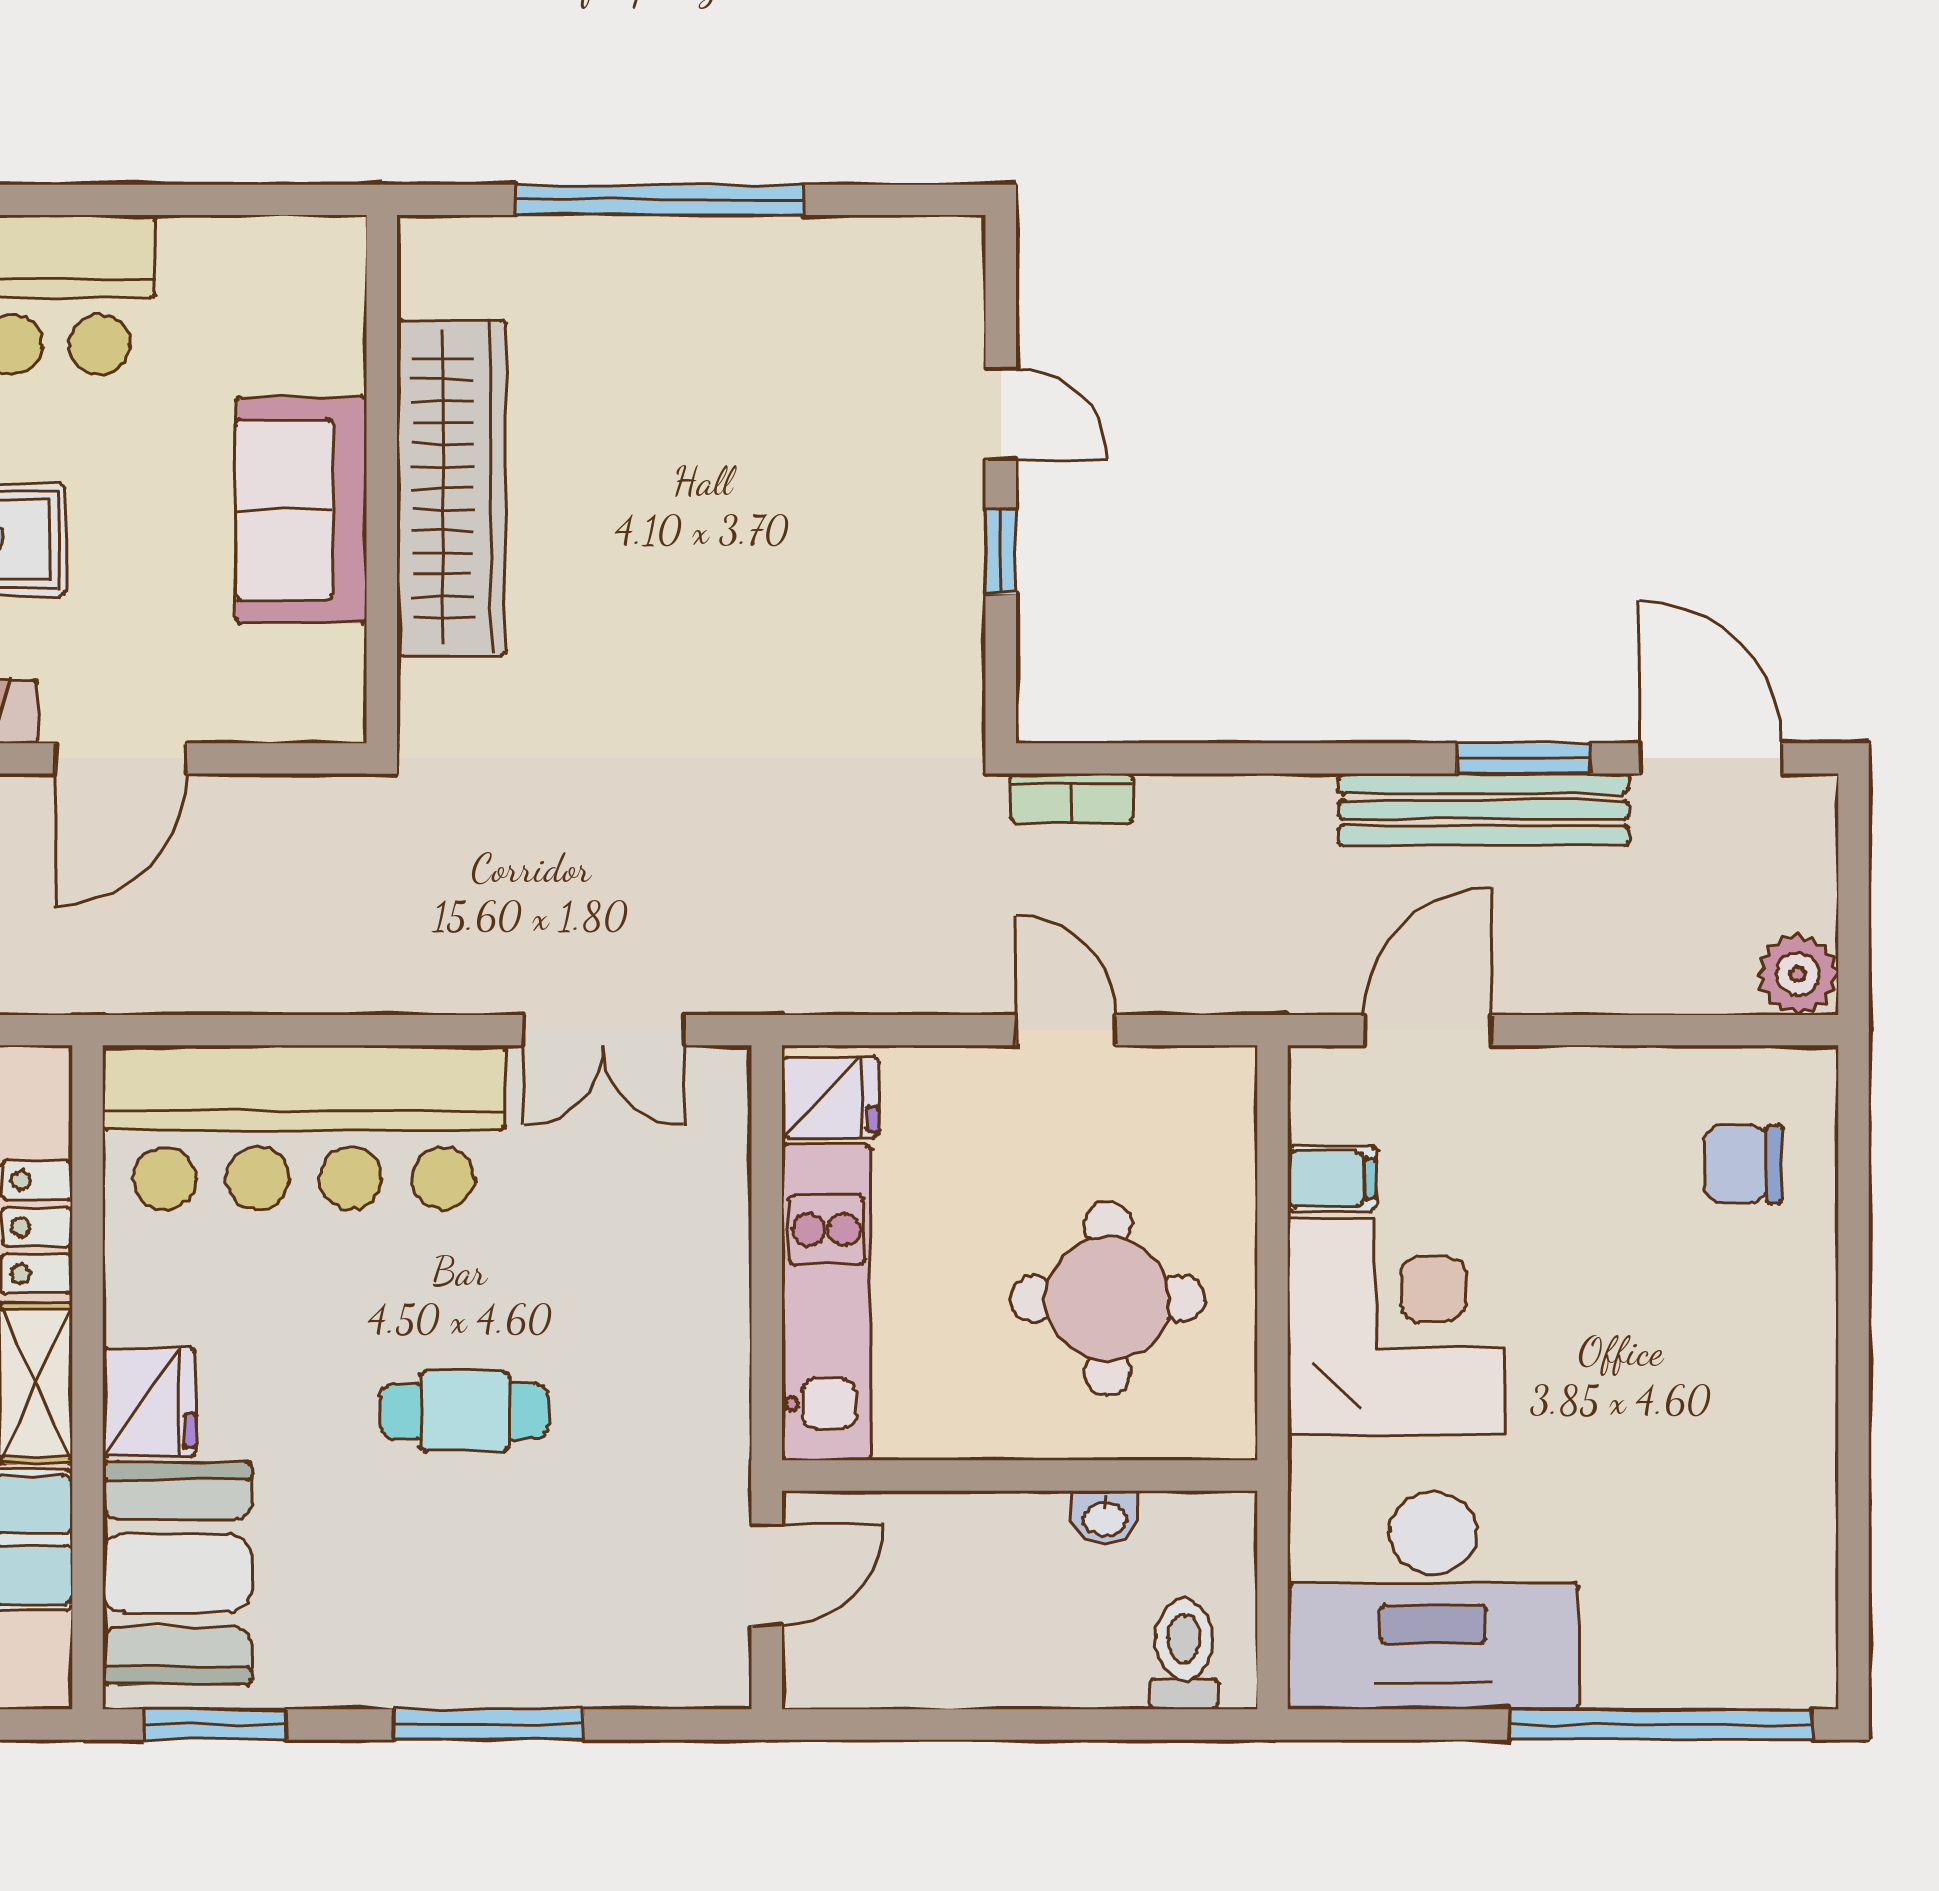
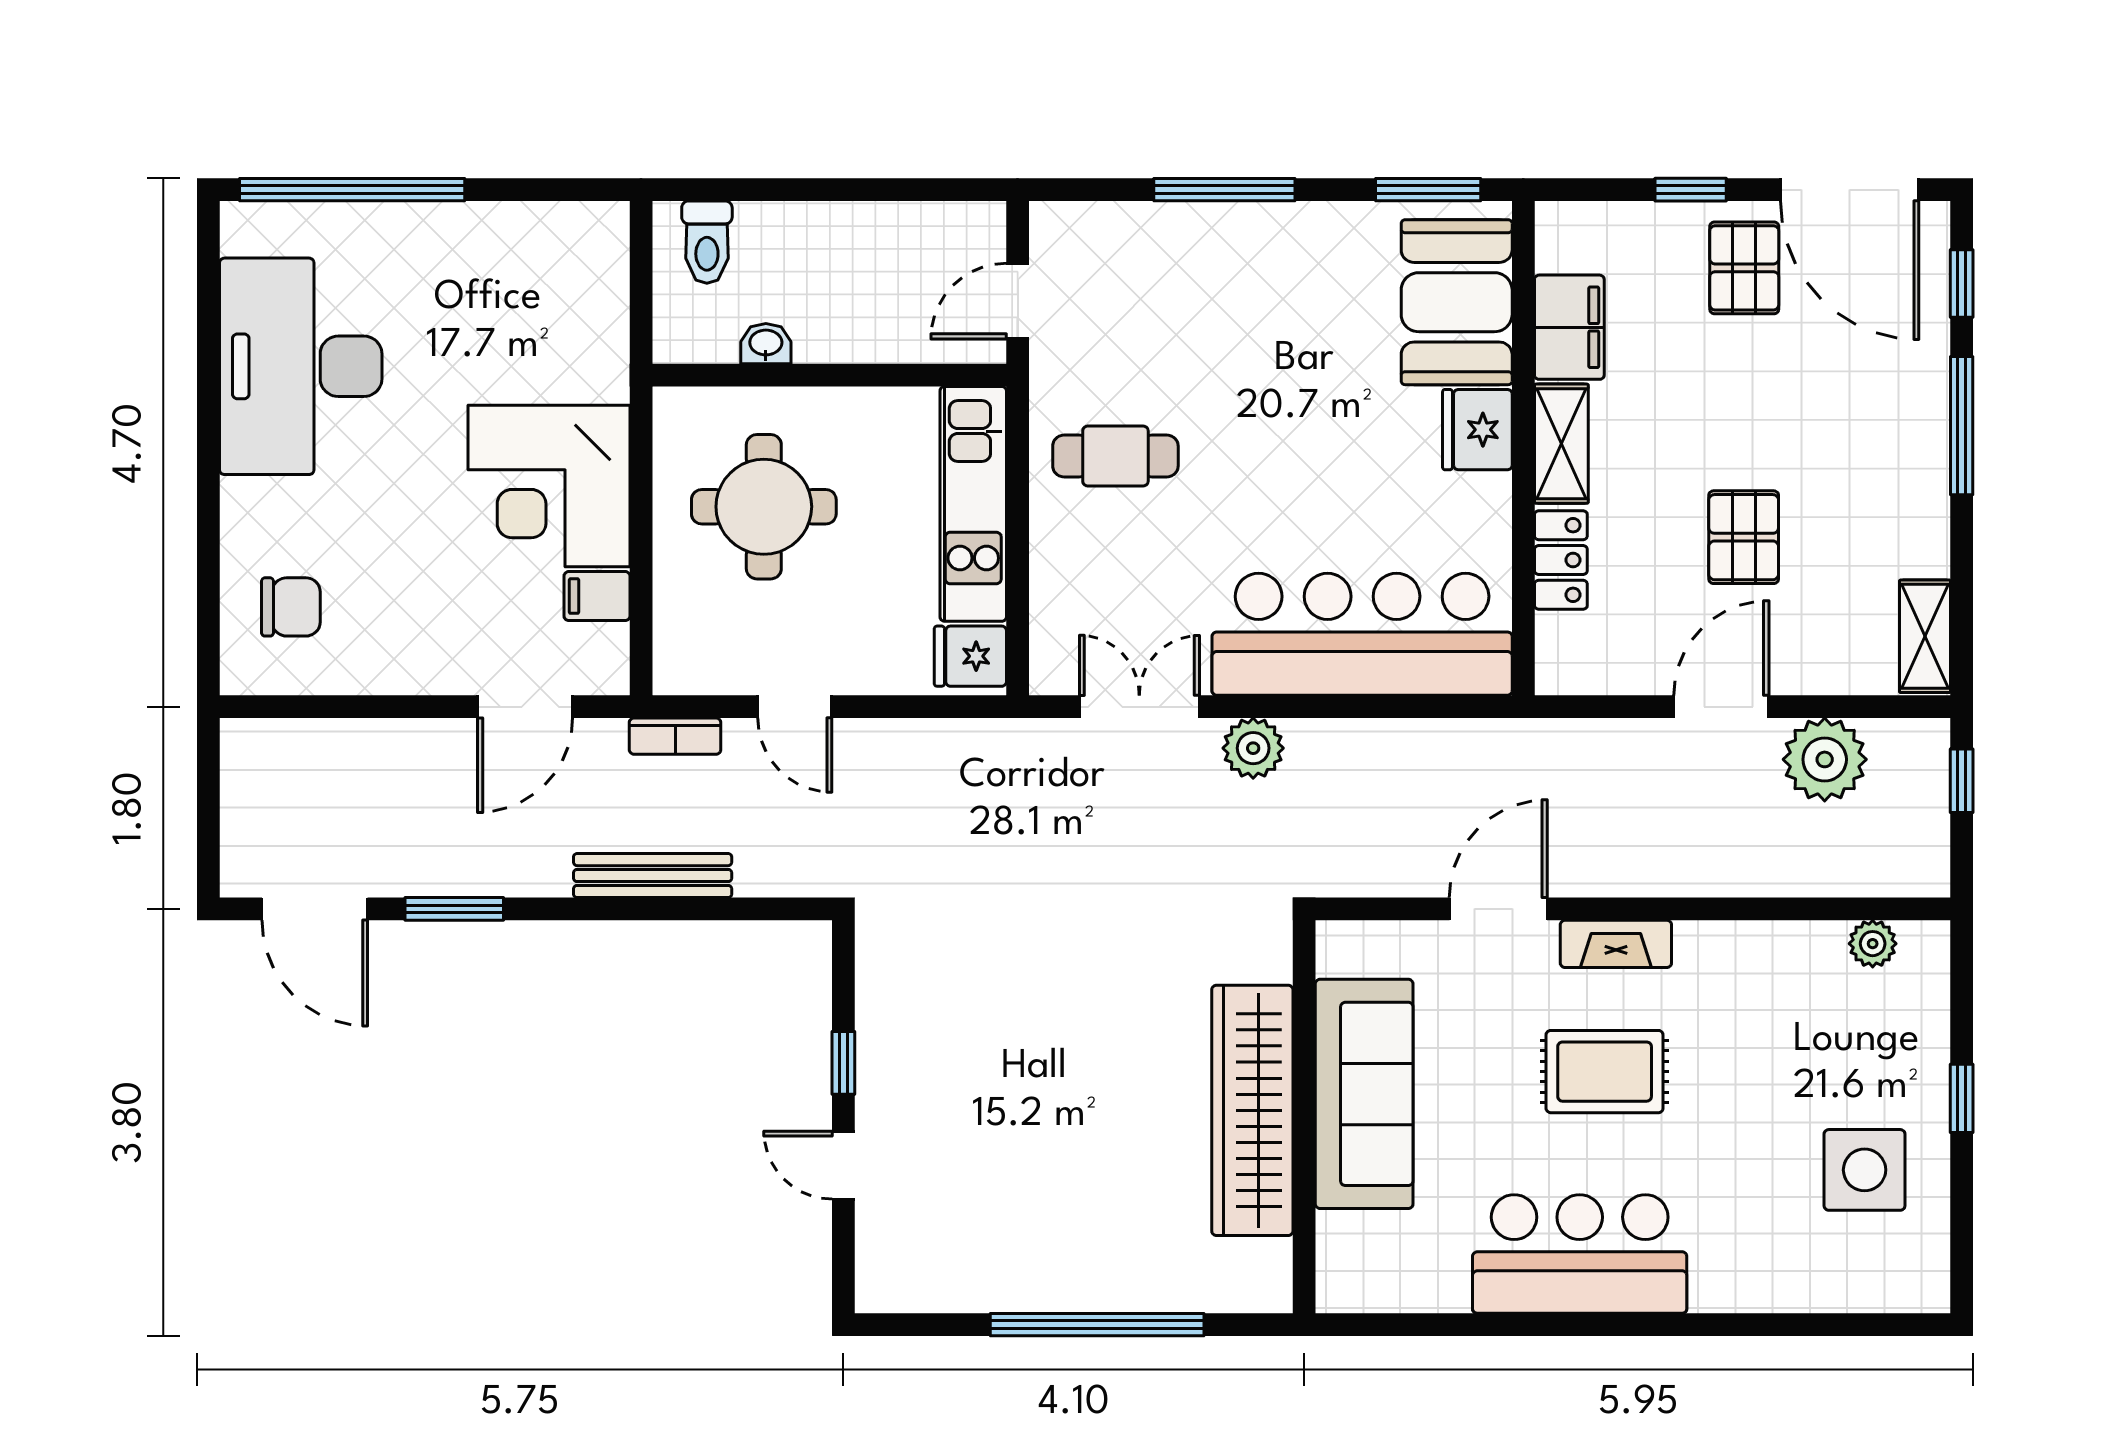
sofa: (301, 510) -> (1364, 1094), width x1.36
bookcase: (1072, 798) -> (675, 736), moved, turned 180
bench: (1484, 810) -> (653, 876), moved, width x0.73, depth x0.82
plant: (1798, 974) -> (1253, 748), moved
cafe table: (465, 1411) -> (1115, 456), moved
desk: (1433, 1600) -> (301, 366), moved, turned -90

